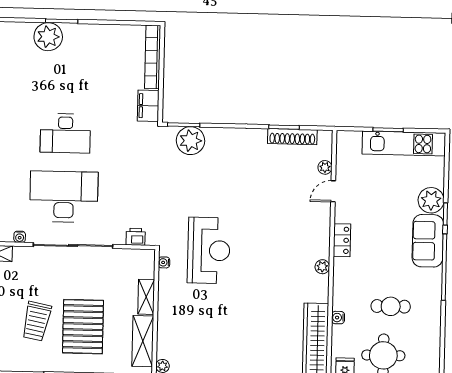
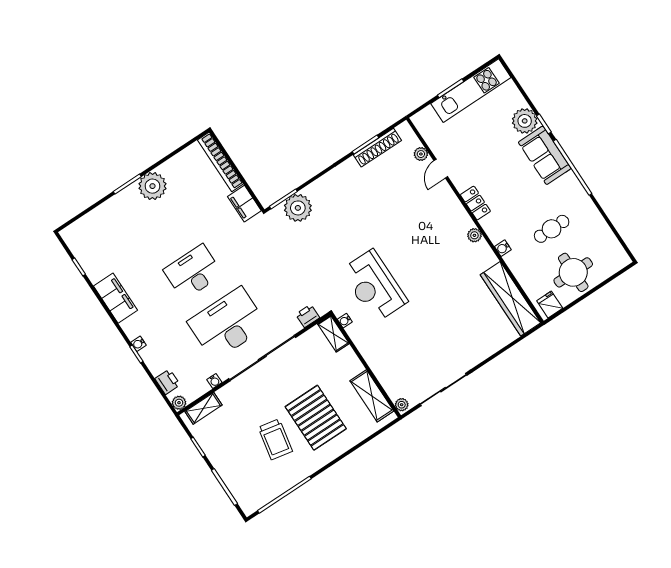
plant: (48, 37) -> (152, 186), moved
desk: (65, 133) -> (193, 272), turned 180
reception desk: (209, 250) -> (374, 286), turned 180
shelving: (146, 297) -> (333, 334), moved
water cooler: (338, 318) -> (503, 248), moved

